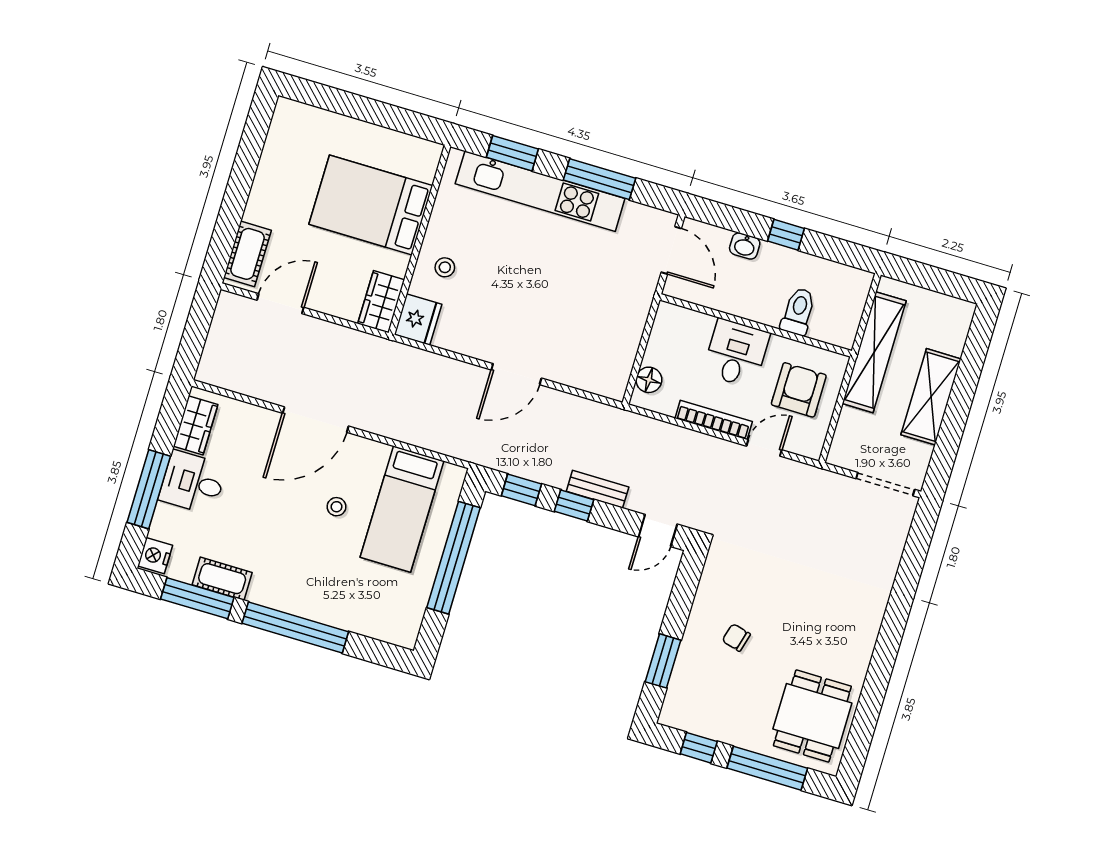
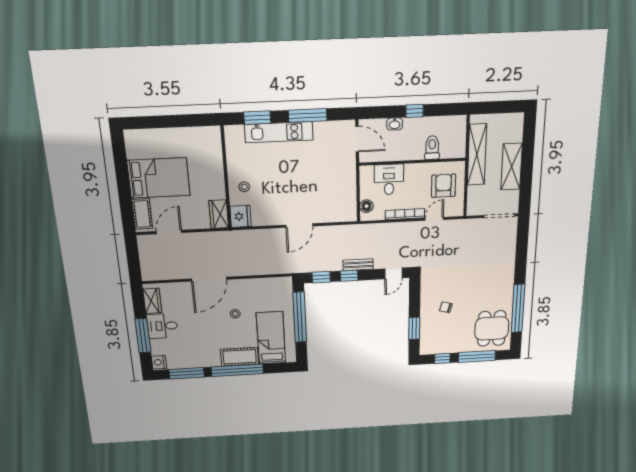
kitchen unit: (540, 191) -> (279, 132), width x0.73
bed: (371, 205) -> (159, 178), moved, turned 180
desk: (736, 353) -> (389, 180), moved
bed: (402, 509) -> (271, 338), moved, turned 180
cot: (222, 579) -> (240, 357), moved, width x1.37, depth x1.34
window: (874, 690) -> (518, 308), added

